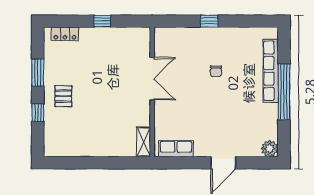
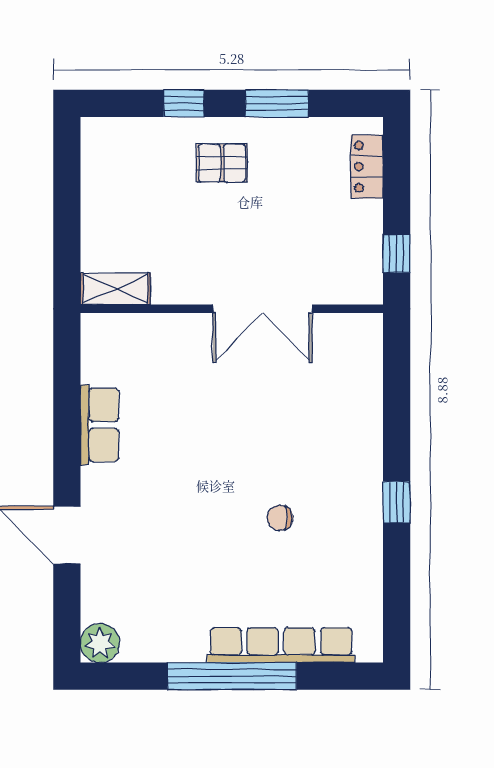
double door: (152, 79) -> (263, 309), moved
wall: (152, 92) -> (232, 309), moved
shelving: (144, 142) -> (115, 289), moved

